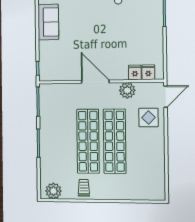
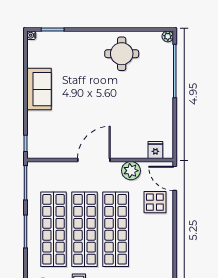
fridge: (135, 72) -> (140, 150), removed
door: (95, 82) -> (94, 160), hinge flipped
door: (166, 97) -> (175, 178), swing flipped
shop shelf: (62, 141) -> (54, 229), added

